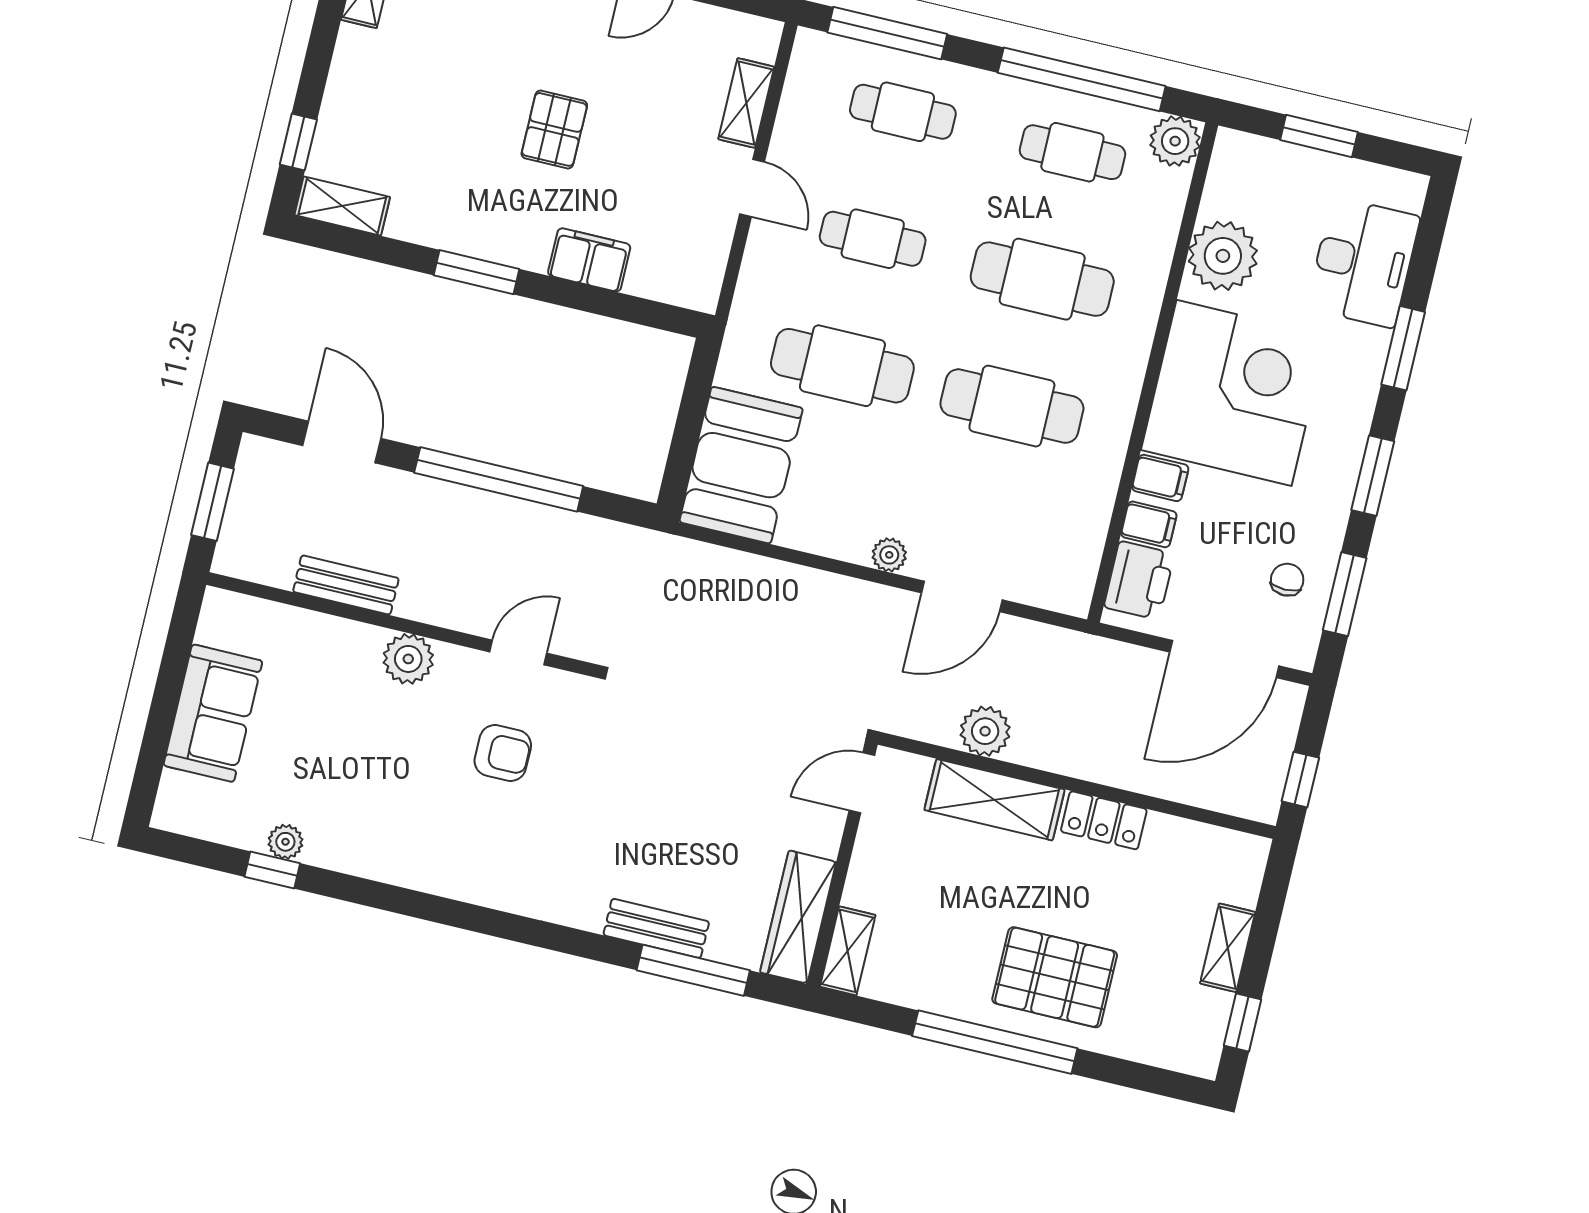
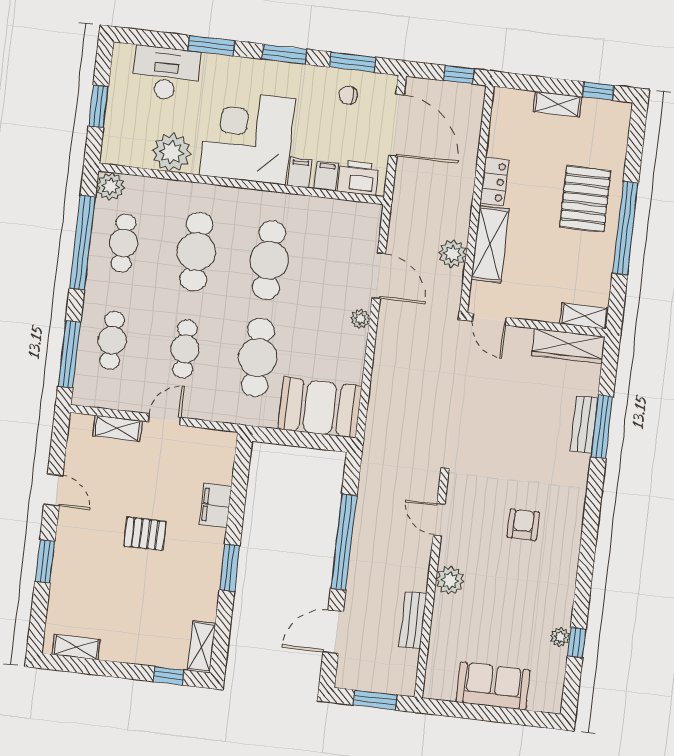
armchair: (503, 753) -> (523, 525), moved
window: (693, 970) -> (602, 427), moved

